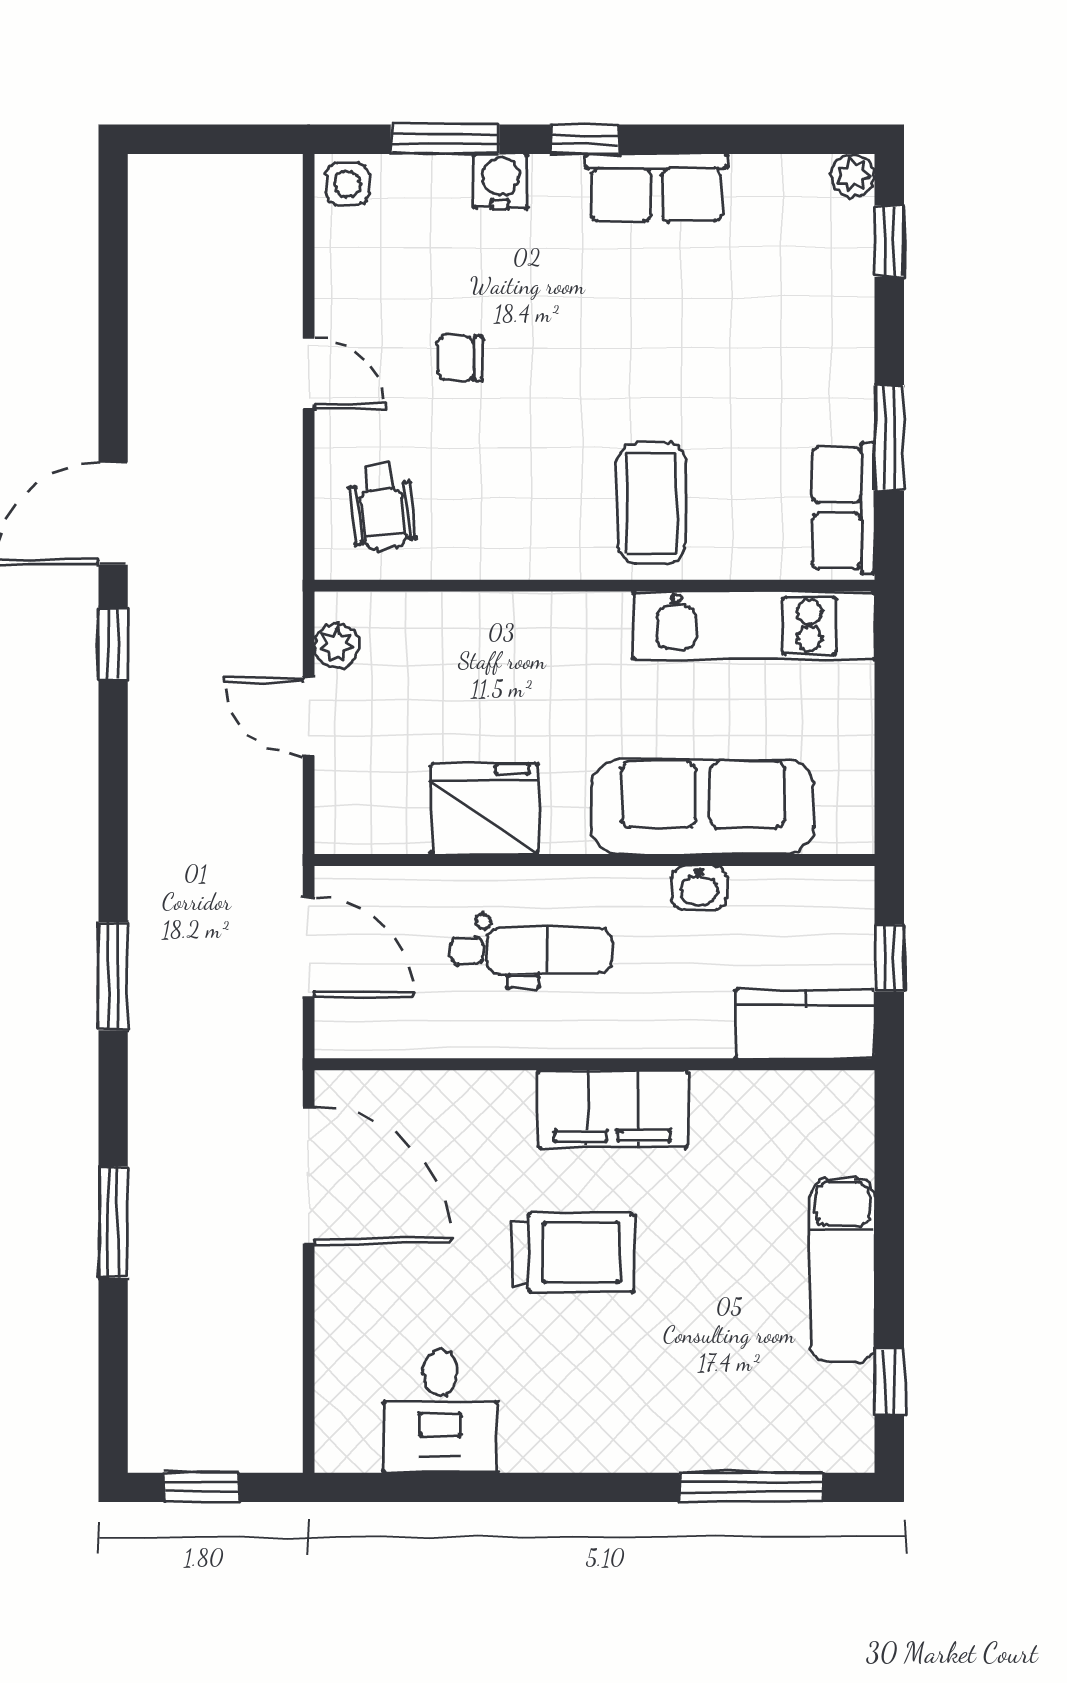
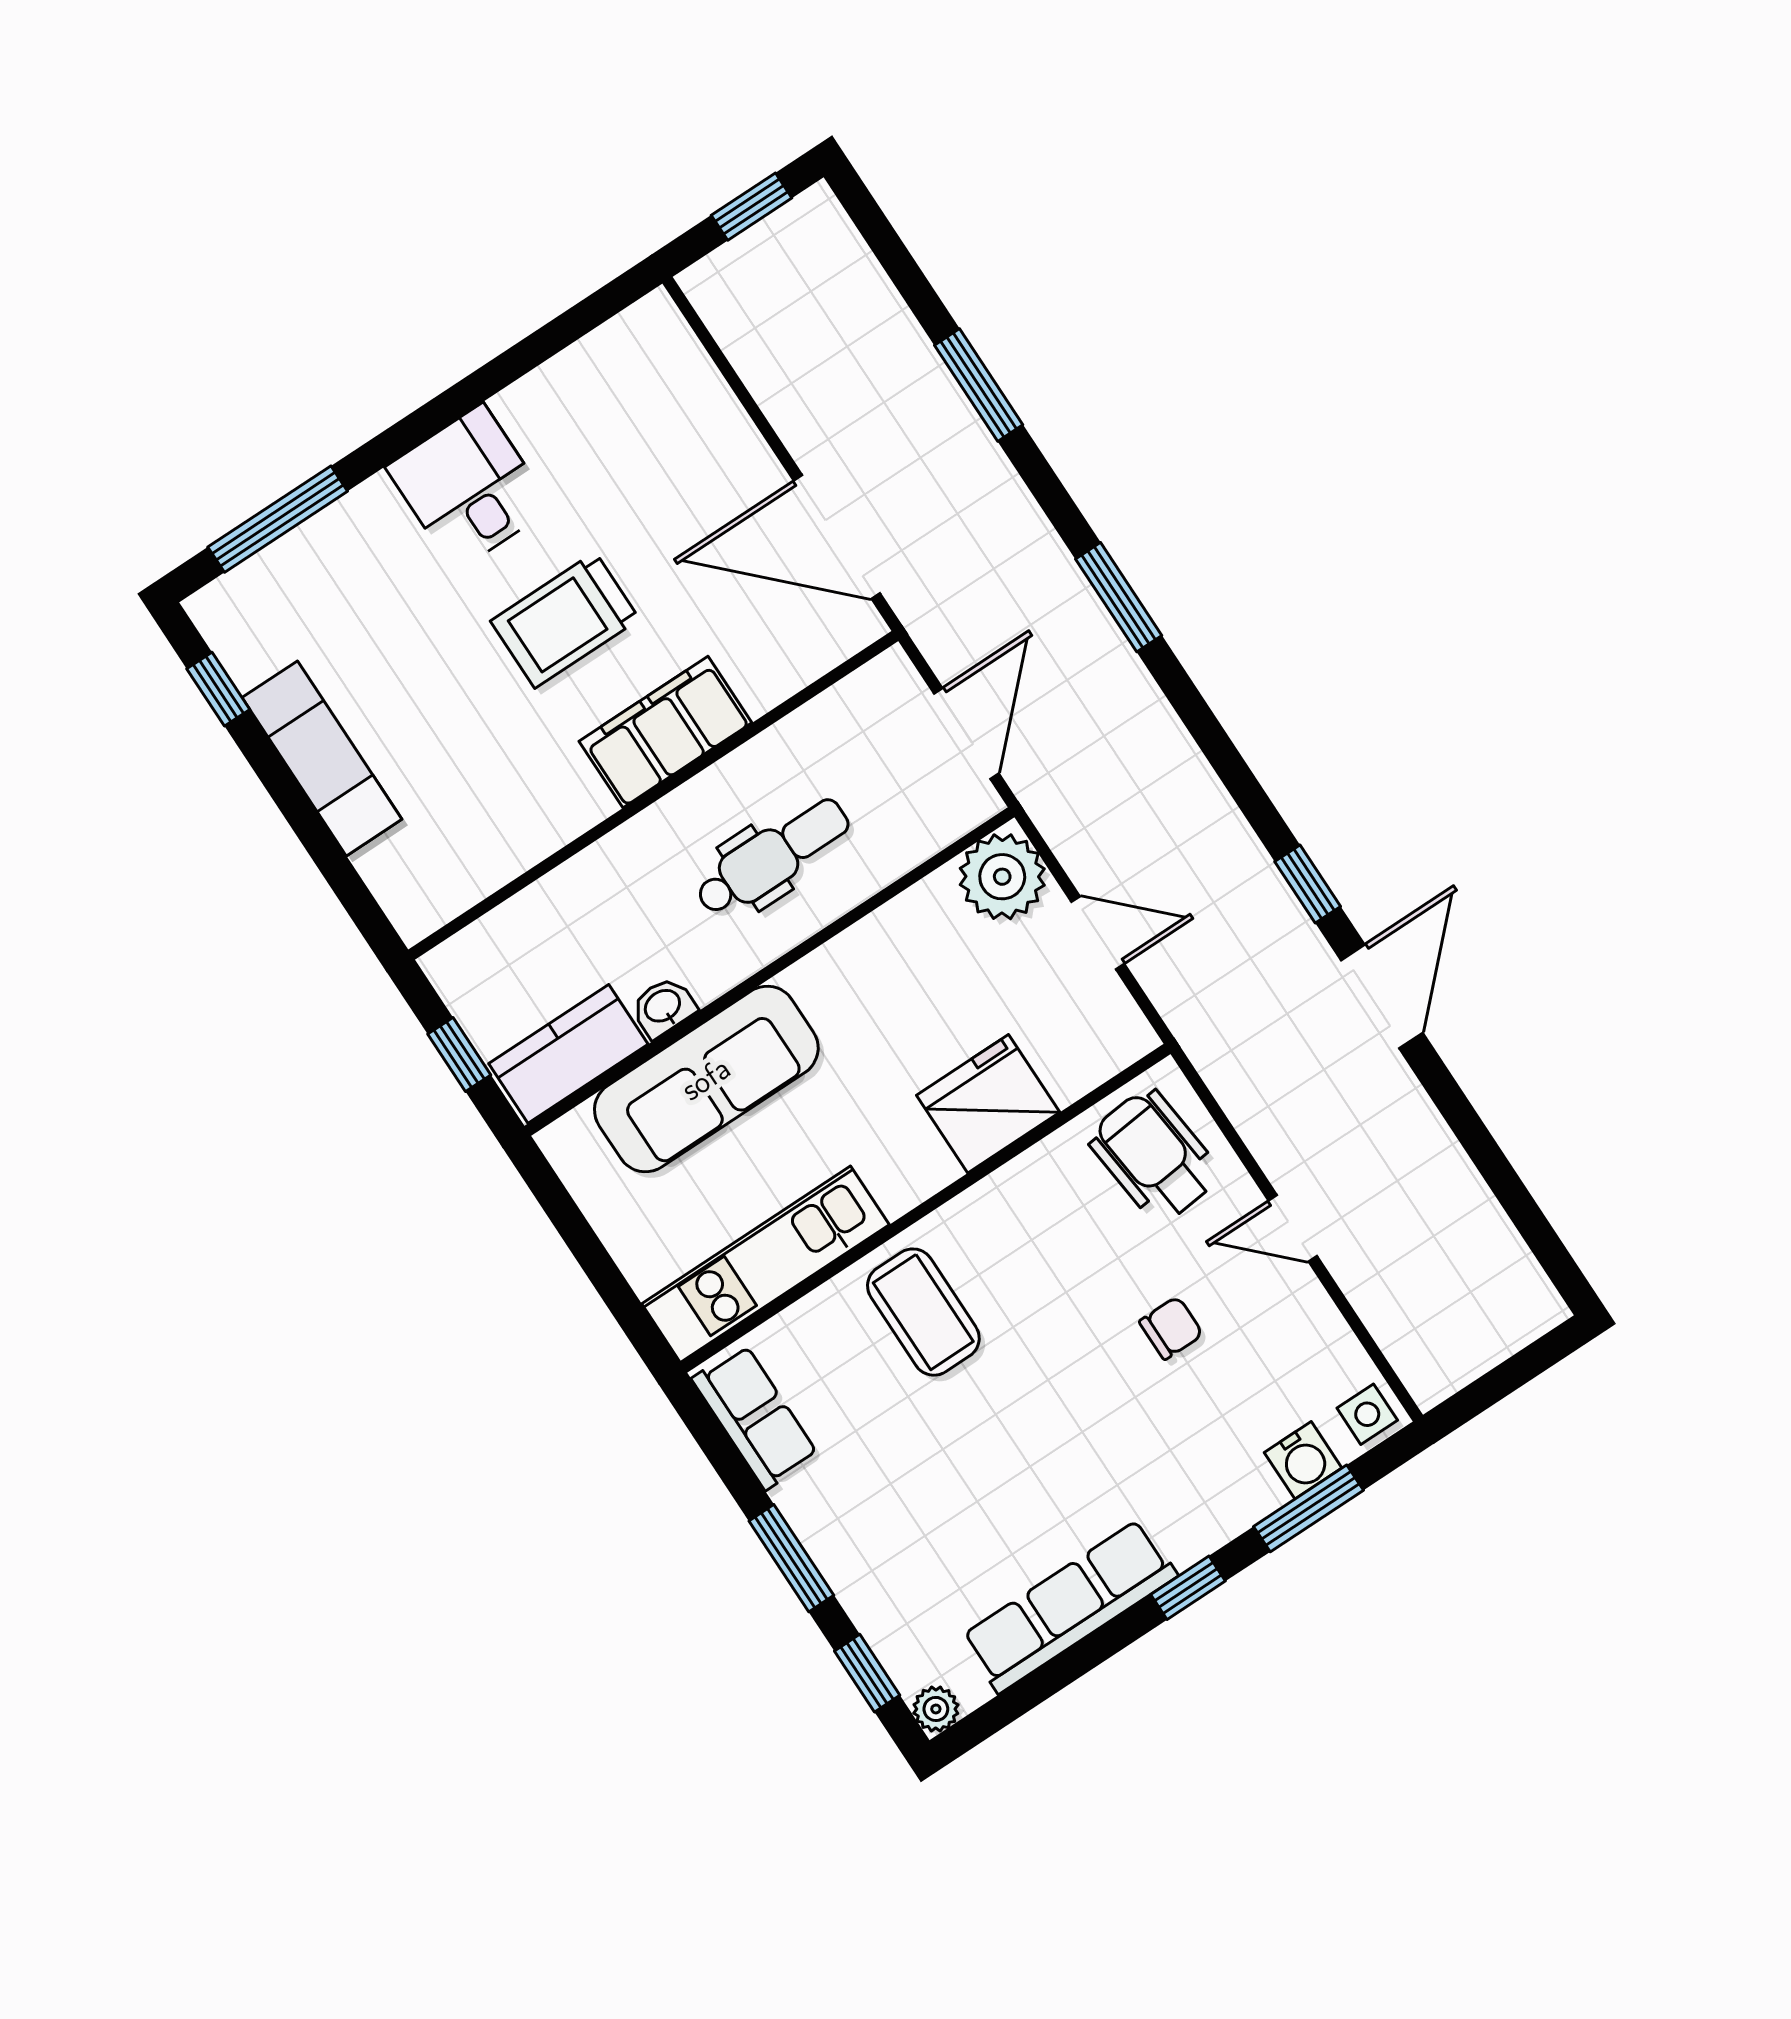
water cooler: (500, 181) -> (1303, 1460), moved
row of seats: (656, 188) -> (1069, 1606), width x1.48
window: (889, 438) -> (791, 1558), moved
wheelchair: (382, 506) -> (1154, 1156), width x1.36, depth x1.37
plant: (337, 645) -> (1002, 877), moved, width x1.87, depth x1.87
fridge: (484, 809) -> (988, 1104), moved, turned 180
door: (309, 947) -> (966, 733), swing flipped
dental chair: (531, 951) -> (772, 857), turned 180
kitchen counter: (805, 1024) -> (568, 1054), moved, turned 180
filing cabinet: (612, 1109) -> (665, 732), moved
desk: (440, 1411) -> (469, 487), moved

